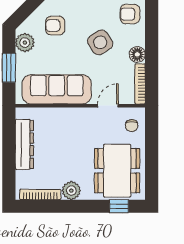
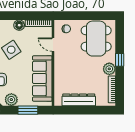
dining table: (117, 171) -> (96, 39), turned 90
window: (119, 206) -> (120, 60), moved

